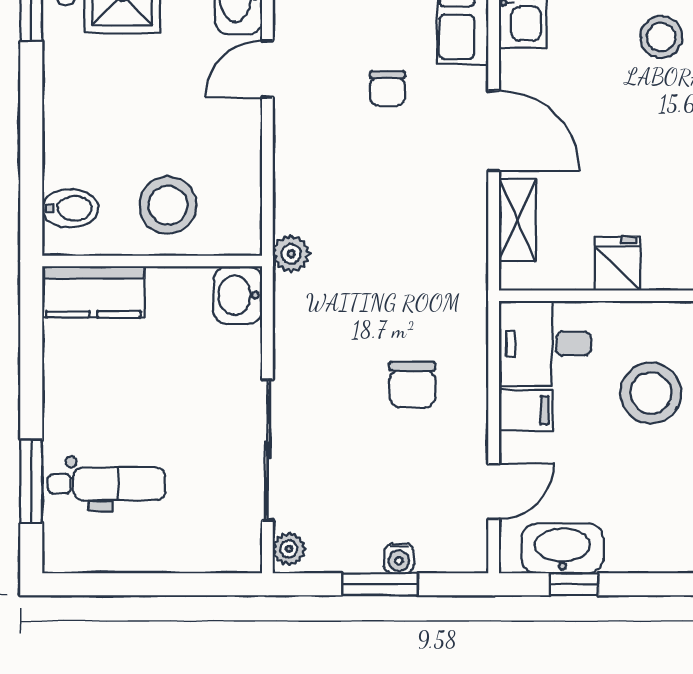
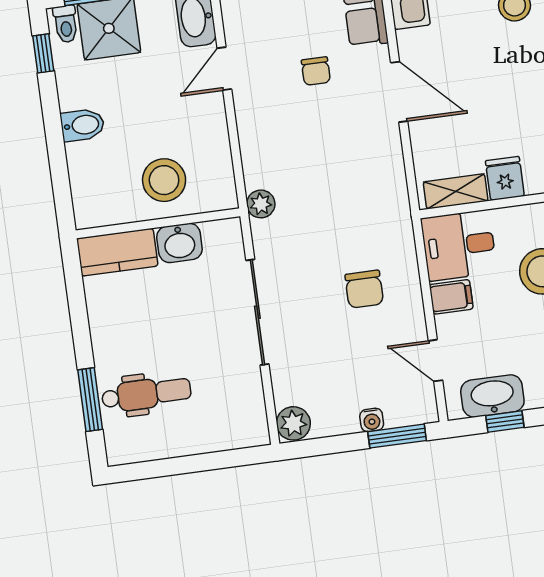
bidet: (70, 208) -> (82, 125), moved
shelving: (517, 220) -> (456, 191), moved, turned 90
washbasin: (238, 295) -> (179, 243), moved, turned -90
sliding door: (267, 450) -> (257, 312), moved
door: (494, 491) -> (435, 361), swing flipped
plant: (289, 549) -> (293, 423), width x1.38, depth x1.38
window: (380, 584) -> (397, 436), moved

